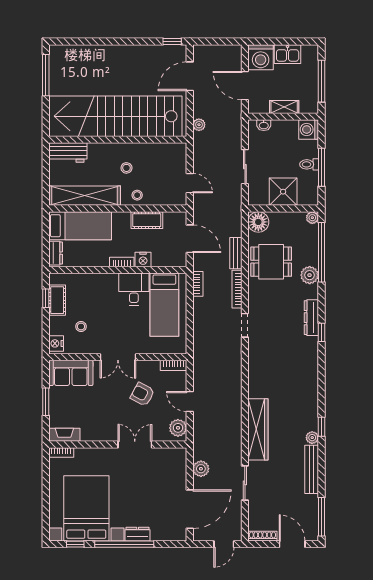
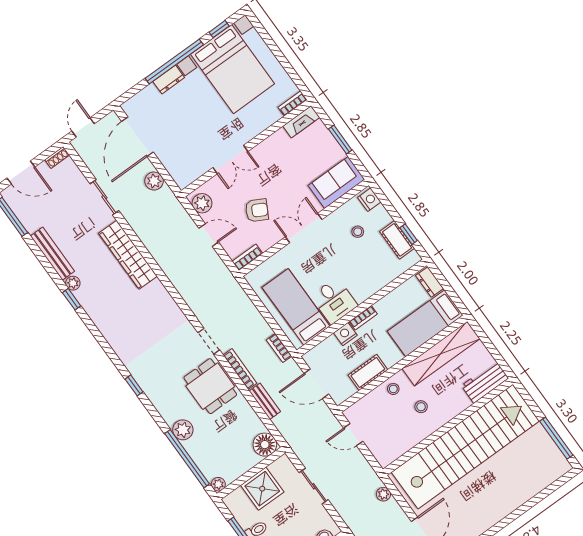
dining table: (271, 262) -> (210, 386), moved, turned 90
dresser: (311, 318) -> (153, 392), removed
shoe rack: (262, 536) -> (57, 157), width x0.70

